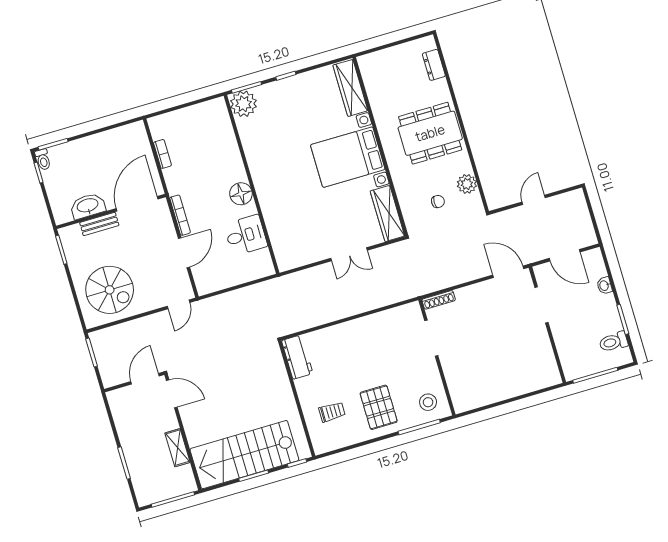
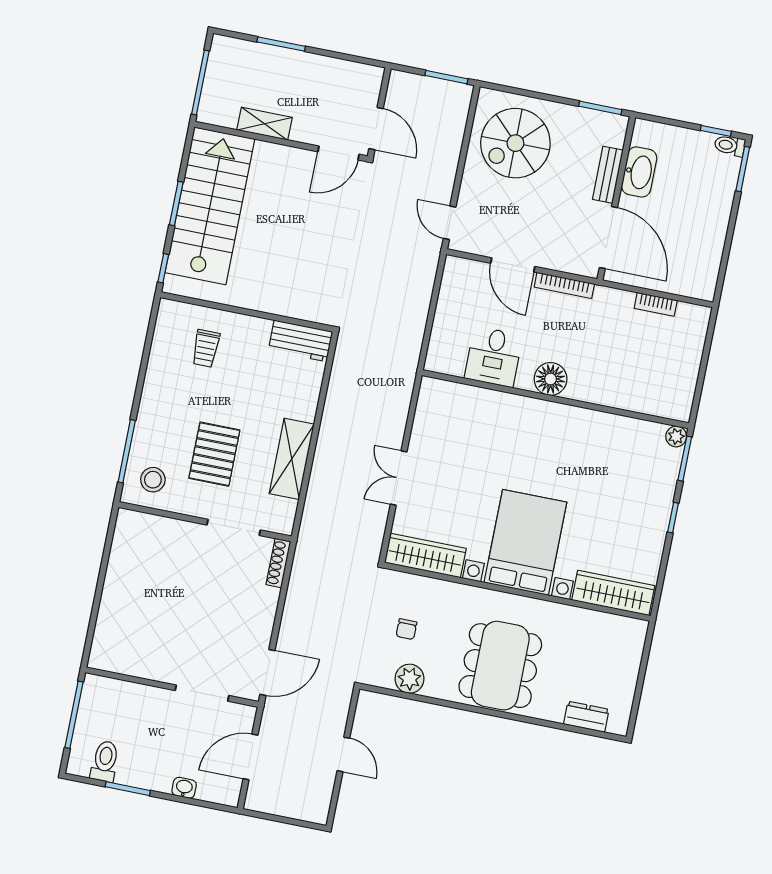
plant: (244, 104) -> (676, 436), width x0.53, depth x0.53
shelving: (371, 325) -> (292, 459), added
pallet: (379, 407) -> (214, 454), moved, turned 90

